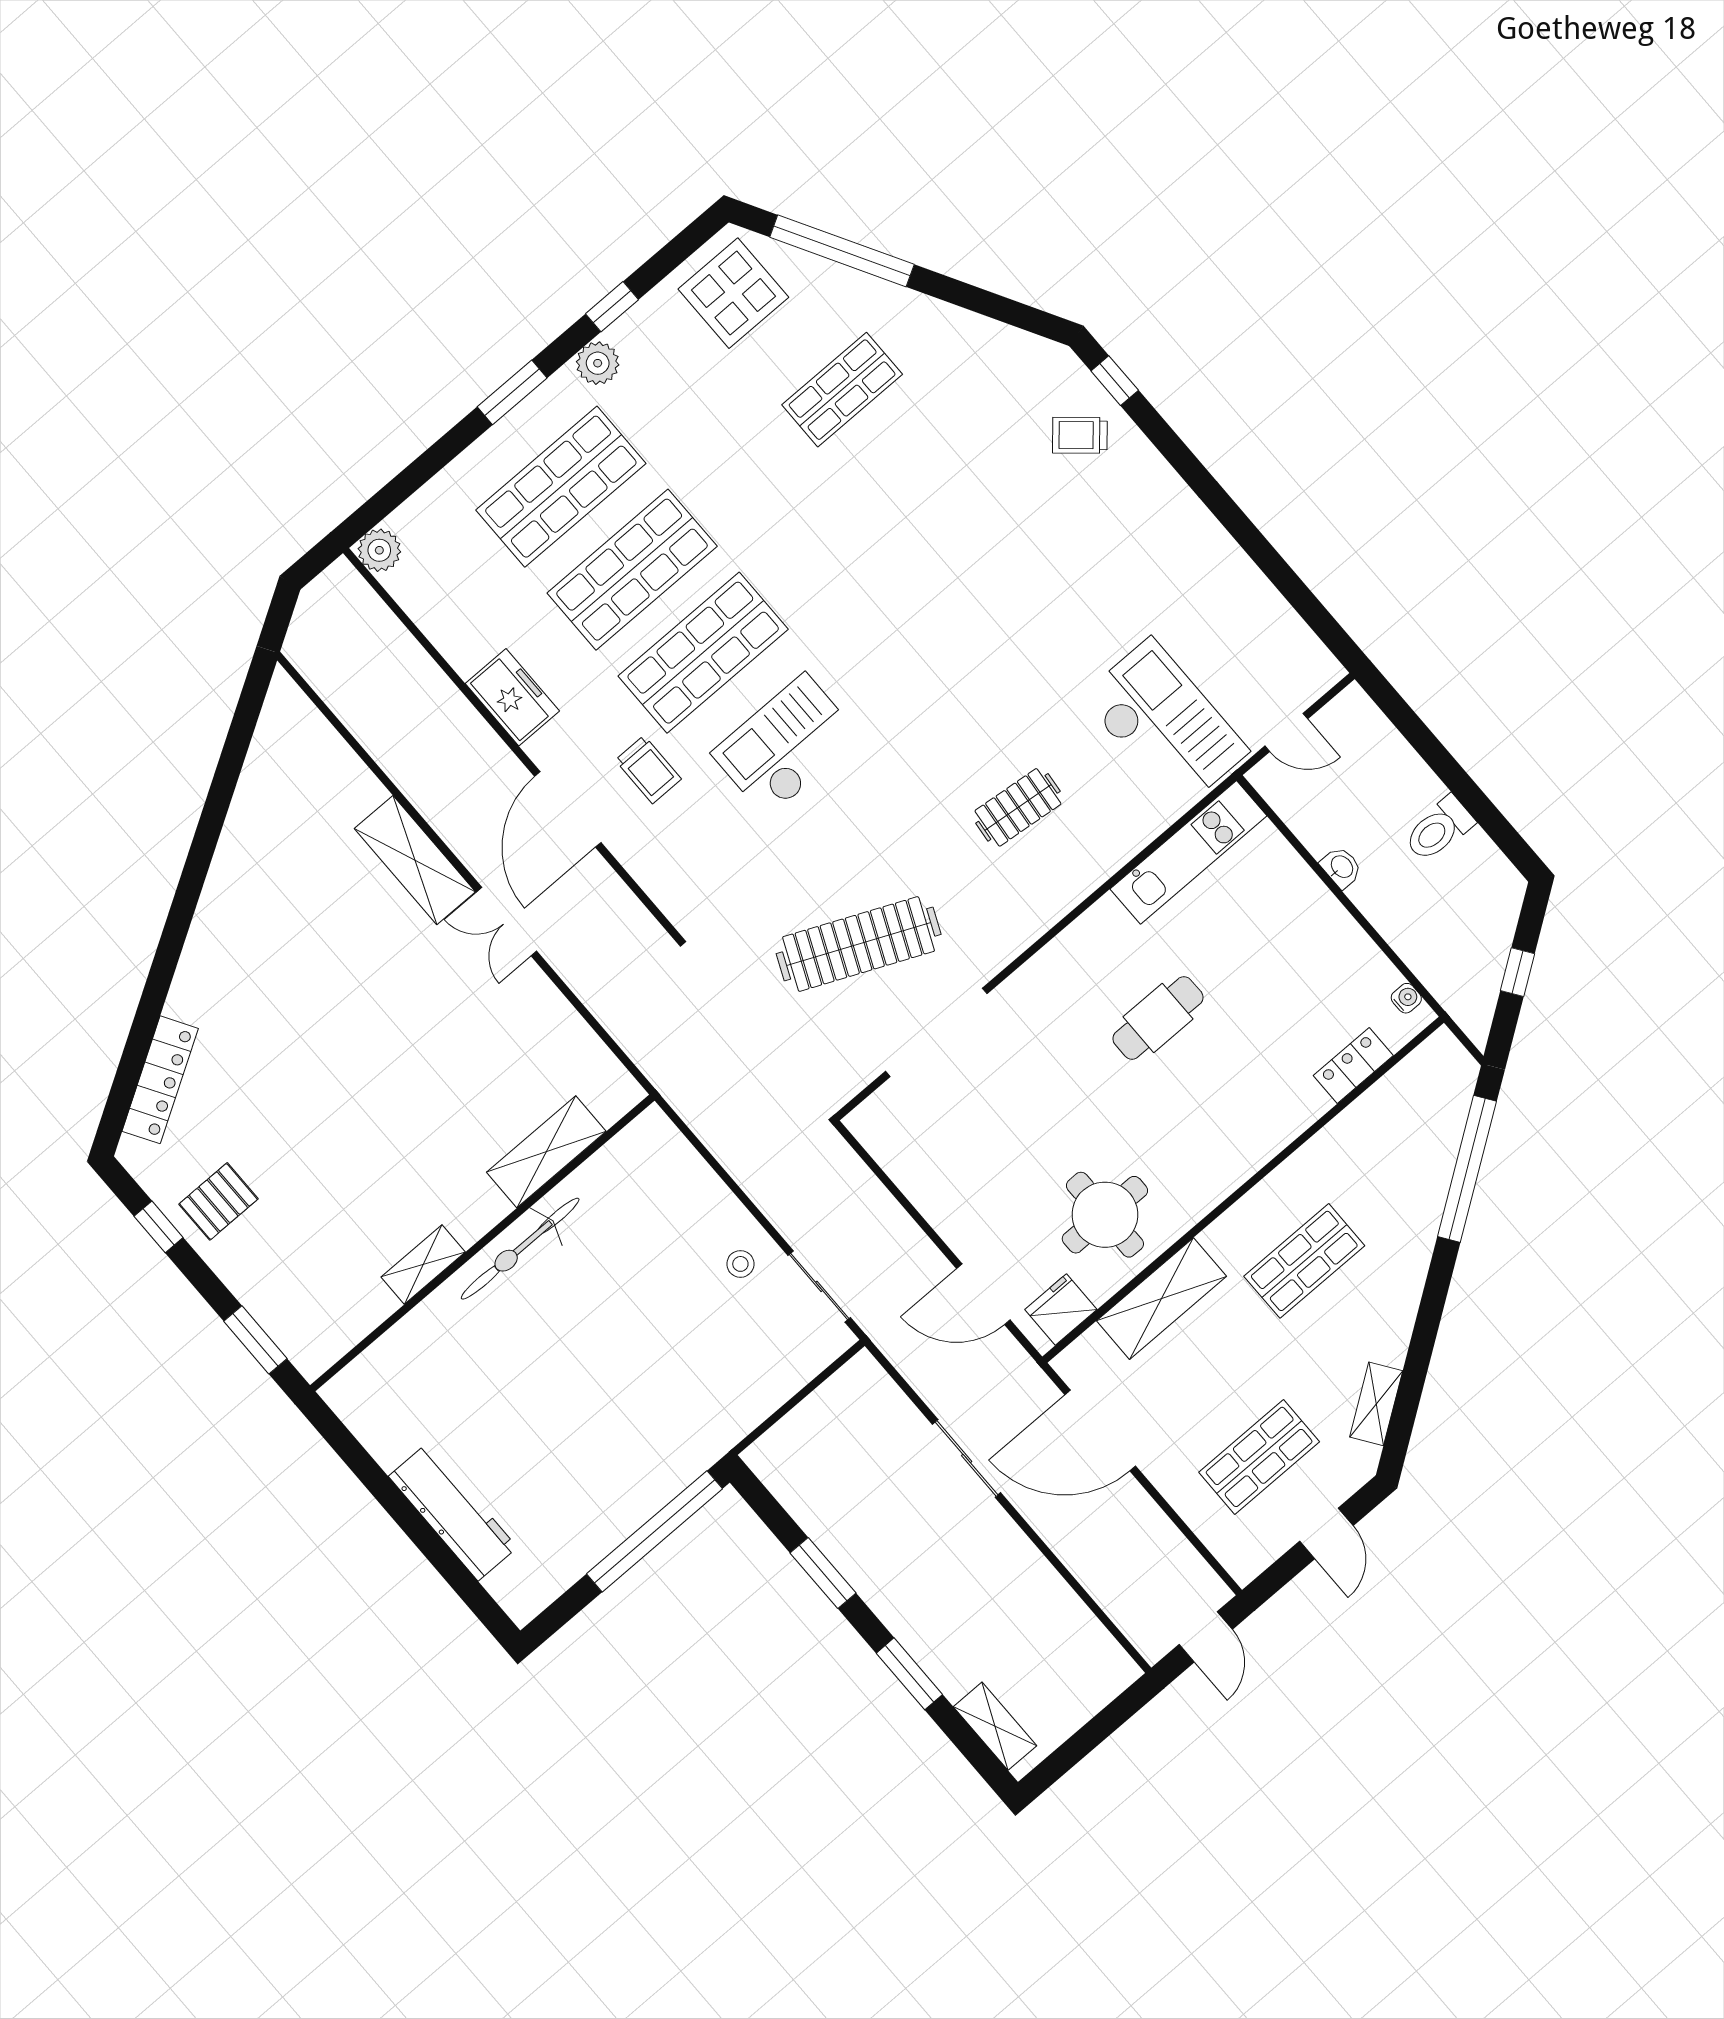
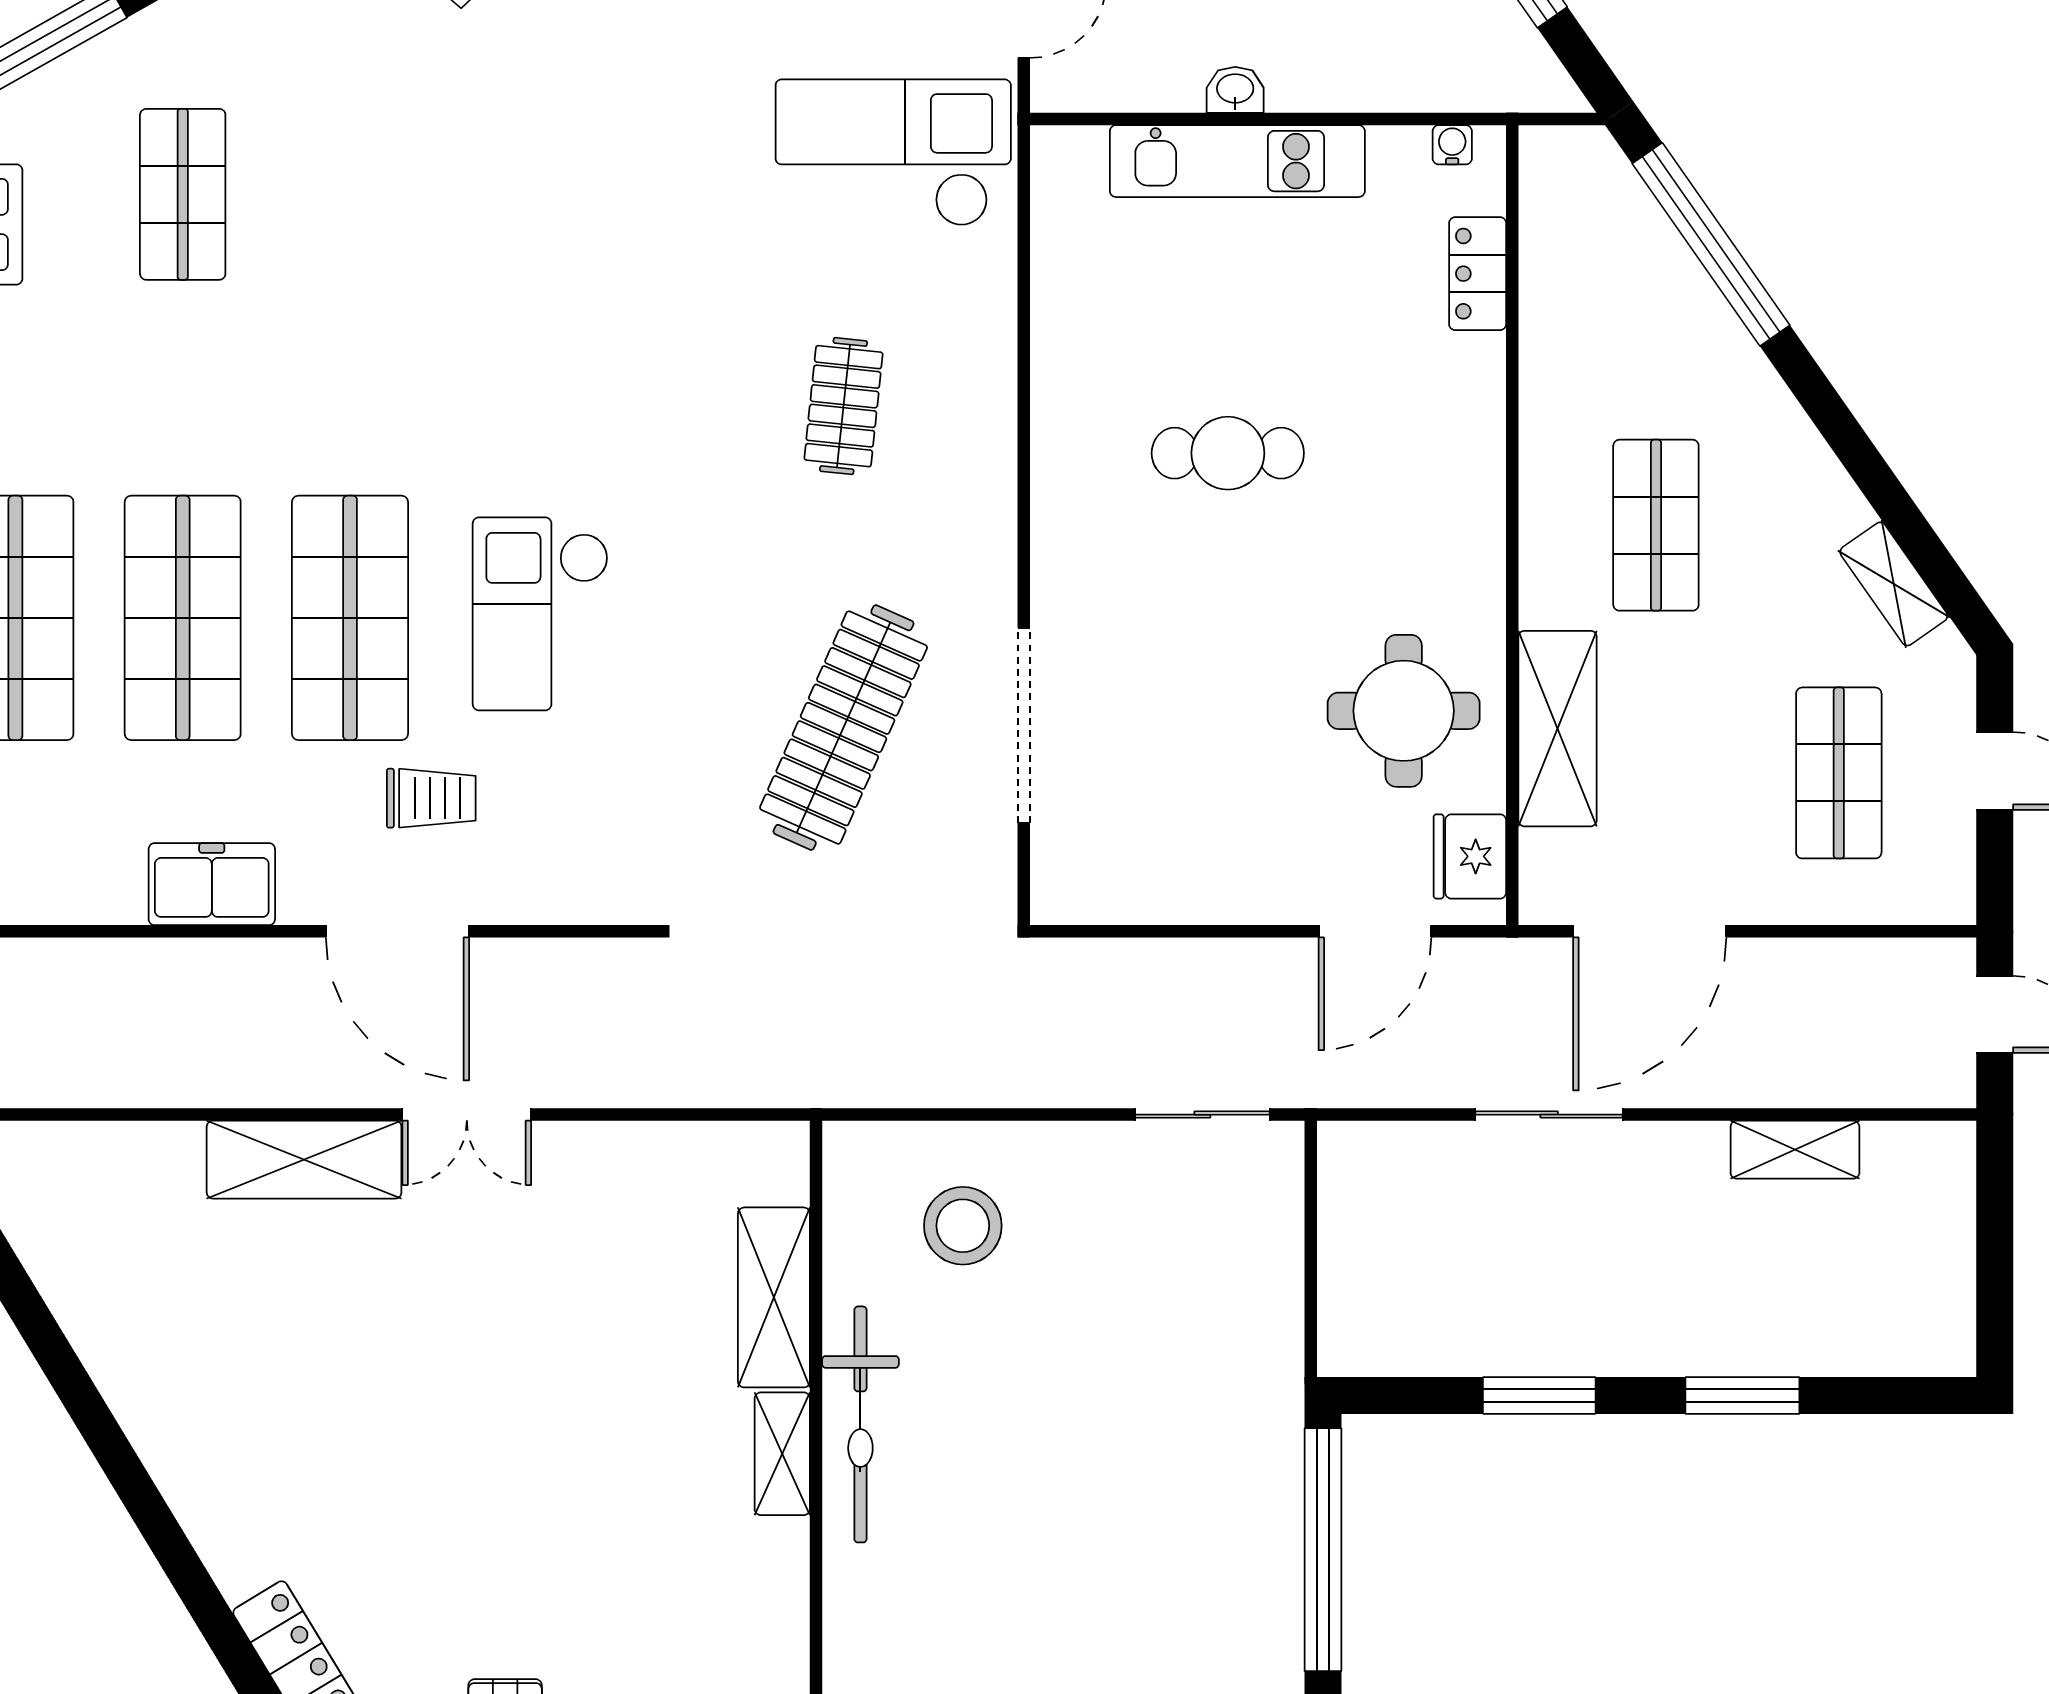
kitchen unit: (1189, 852) -> (1237, 161), moved, turned 90
cafe table: (1158, 1018) -> (1228, 453), turned 90
shelving: (423, 1264) -> (782, 1454), moved
stool: (740, 1264) -> (963, 1226), moved, width x1.89, depth x1.89
shelving: (995, 1726) -> (1795, 1150), moved

